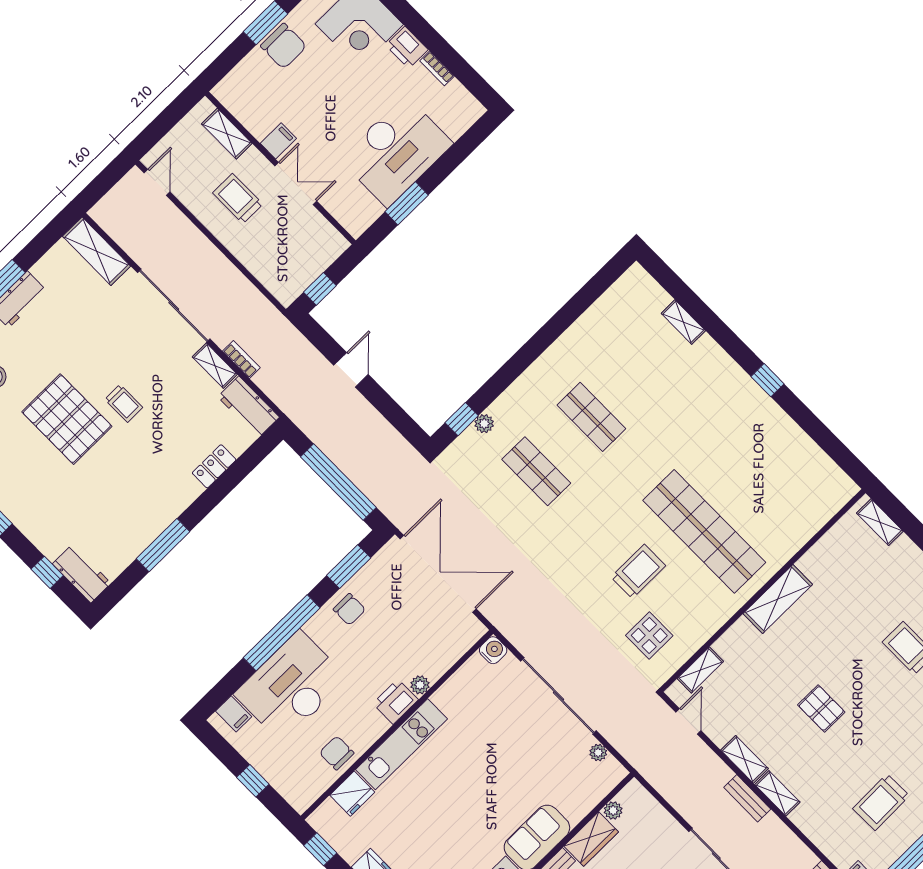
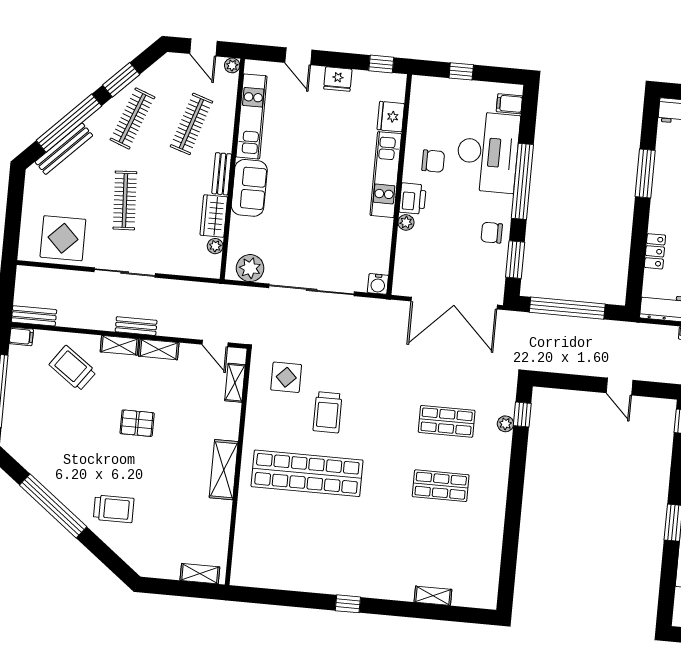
chair: (337, 753) -> (433, 161), moved
plant: (598, 753) -> (250, 268), width x1.87, depth x1.87
trolley: (881, 802) -> (73, 368), moved, turned -53

